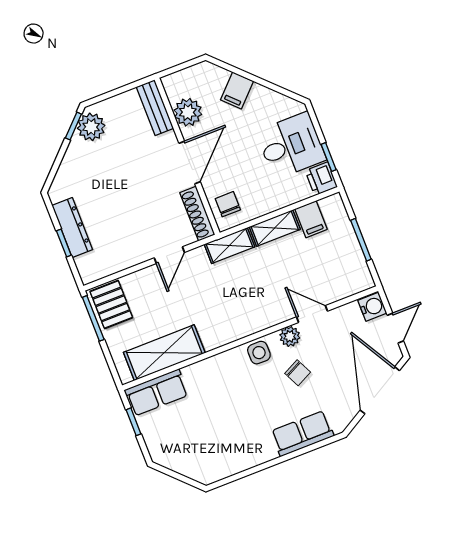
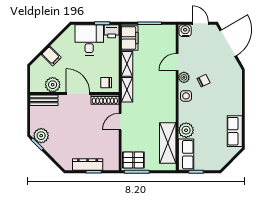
filing cabinet: (311, 219) -> (130, 38), width x2.00
door: (169, 255) -> (120, 122), swing flipped
plant: (199, 376) -> (186, 130), added
door: (380, 390) -> (228, 43), swing flipped
row of seats: (302, 434) -> (235, 131), moved

